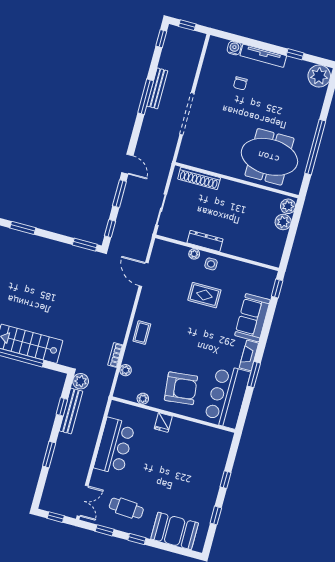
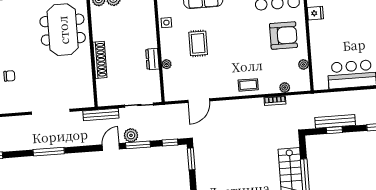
bench: (157, 88) -> (101, 114), moved
shoe rack: (199, 178) -> (100, 60), moved
dresser: (205, 241) -> (152, 59), width x0.70
side table: (211, 264) -> (166, 23), moved
plant: (81, 381) -> (131, 135), moved
armchair: (181, 388) -> (283, 35), turned 96
fridge: (163, 422) -> (315, 13), moved

